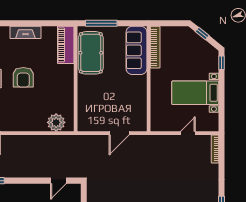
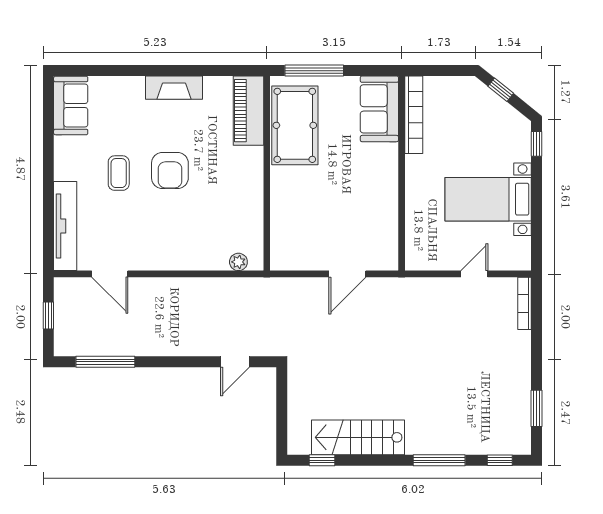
sofa: (136, 50) -> (379, 109), width x0.73
plant: (56, 122) -> (238, 262), width x0.53, depth x0.53

